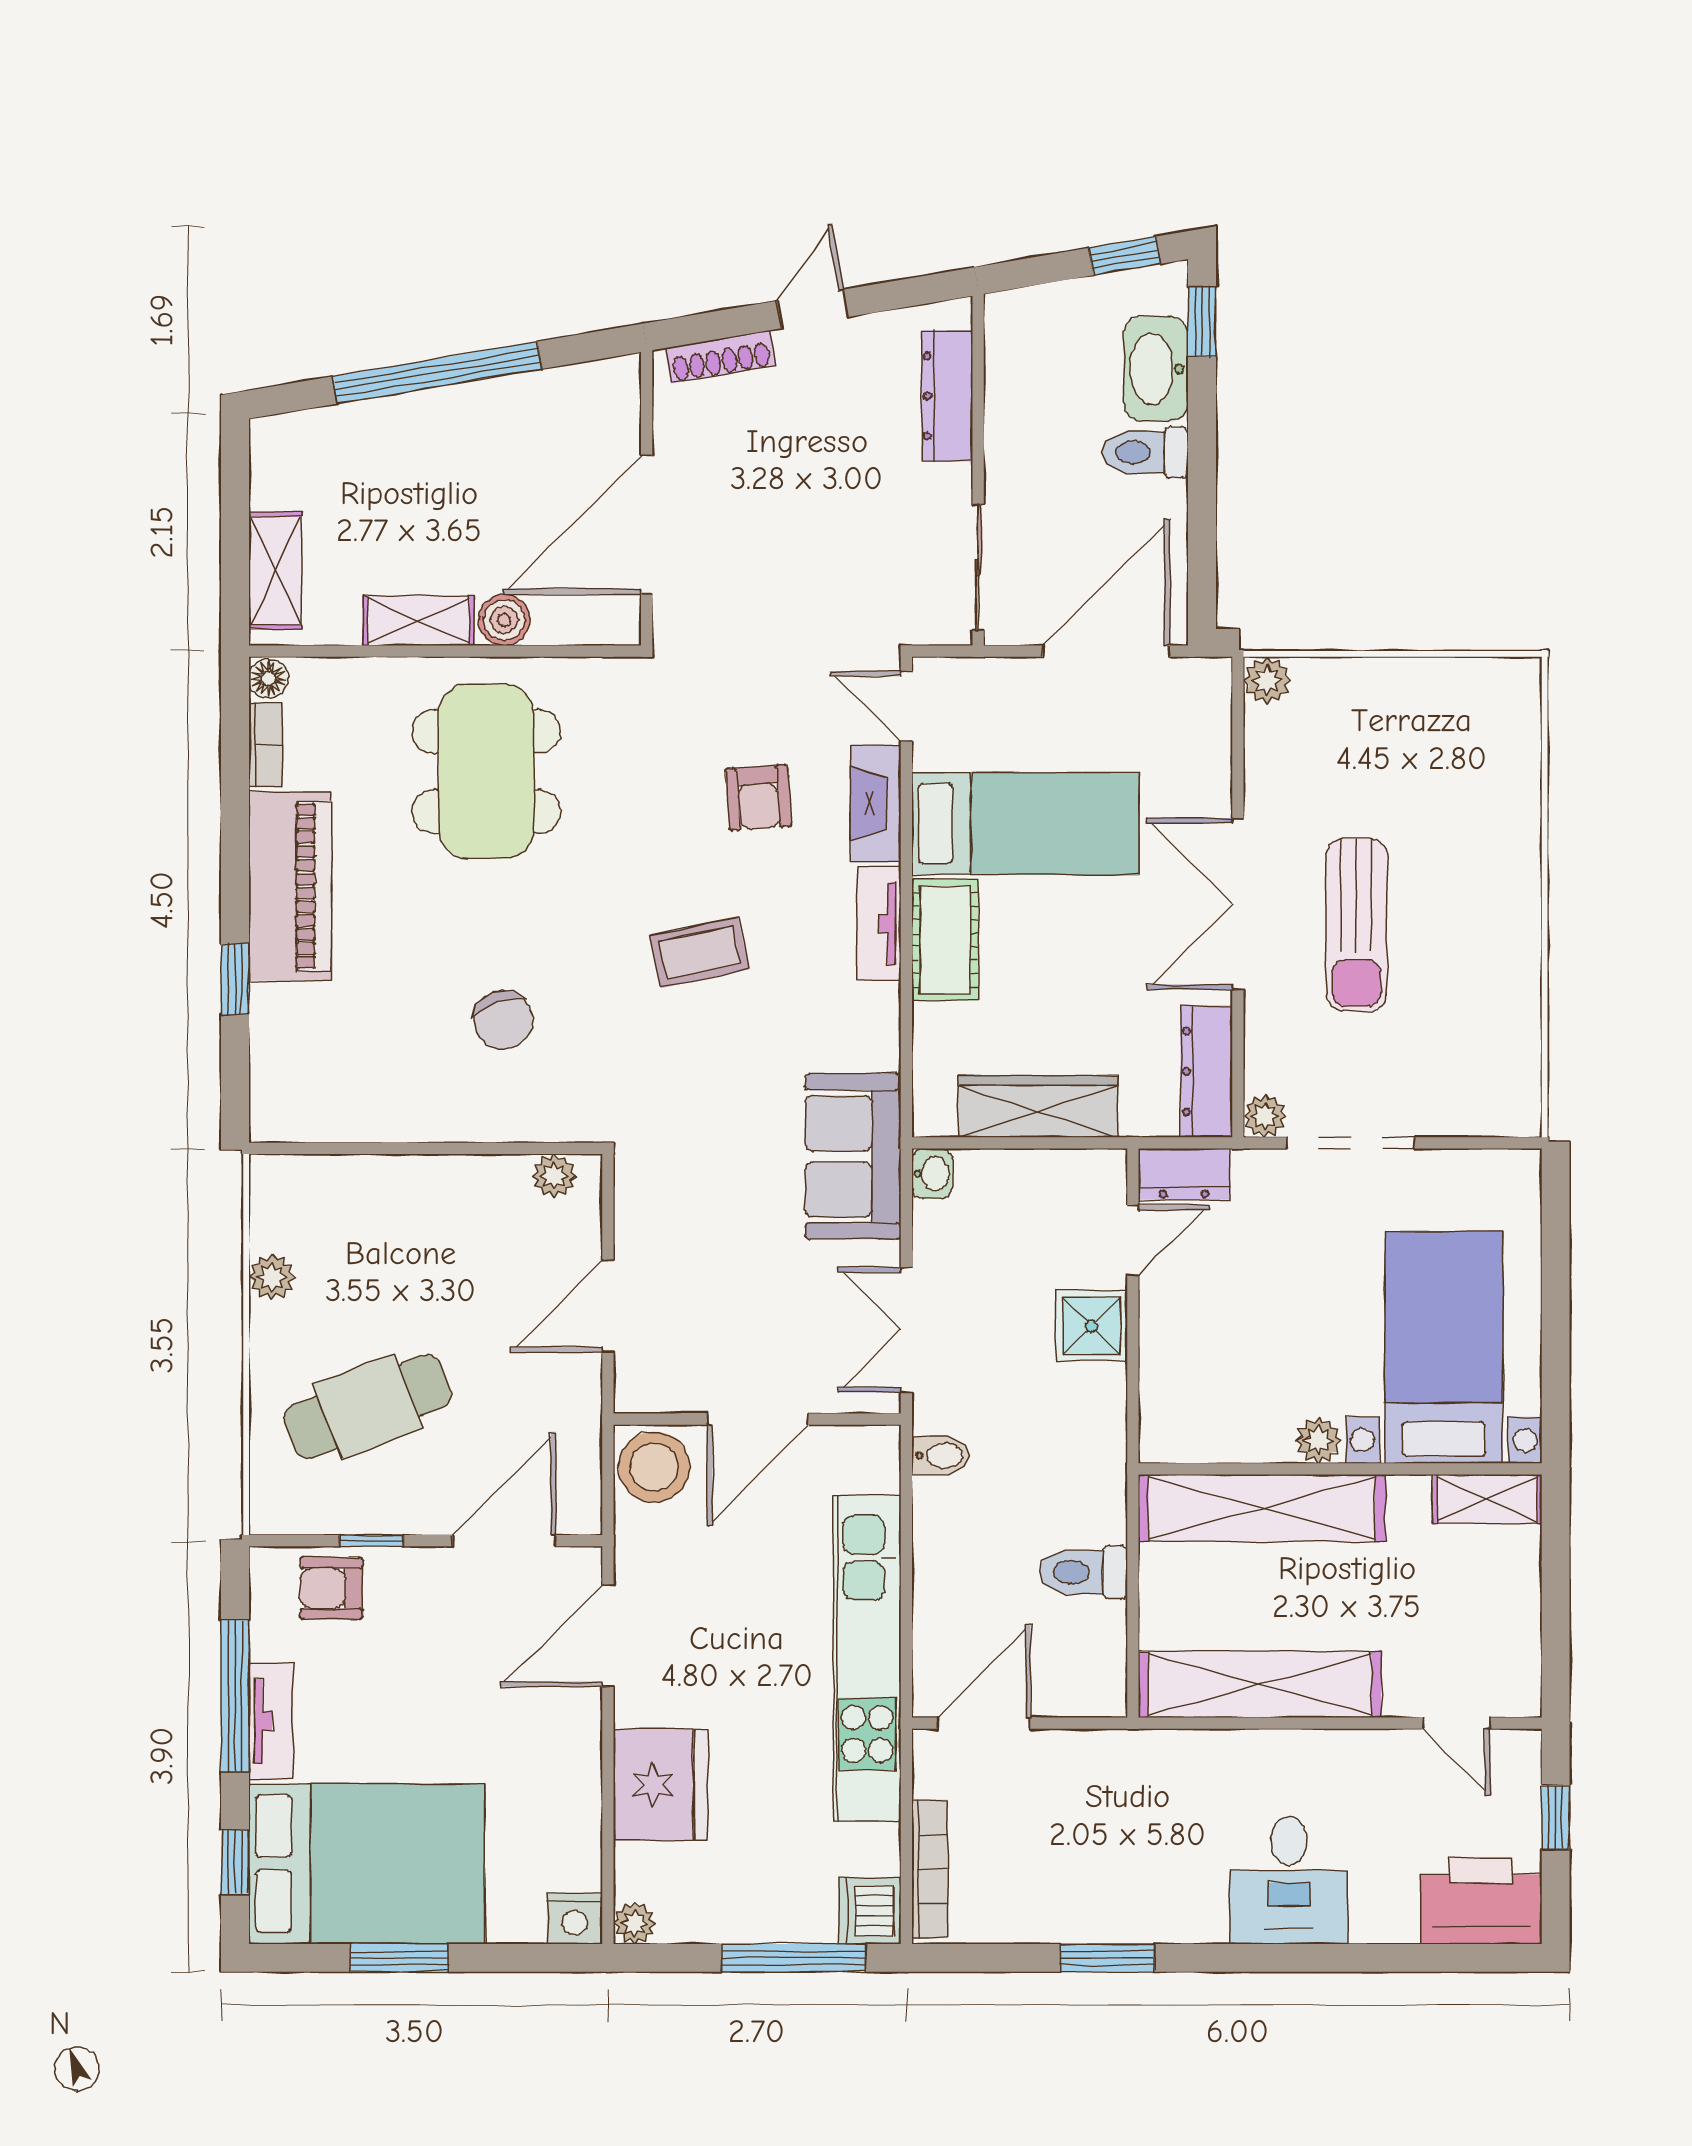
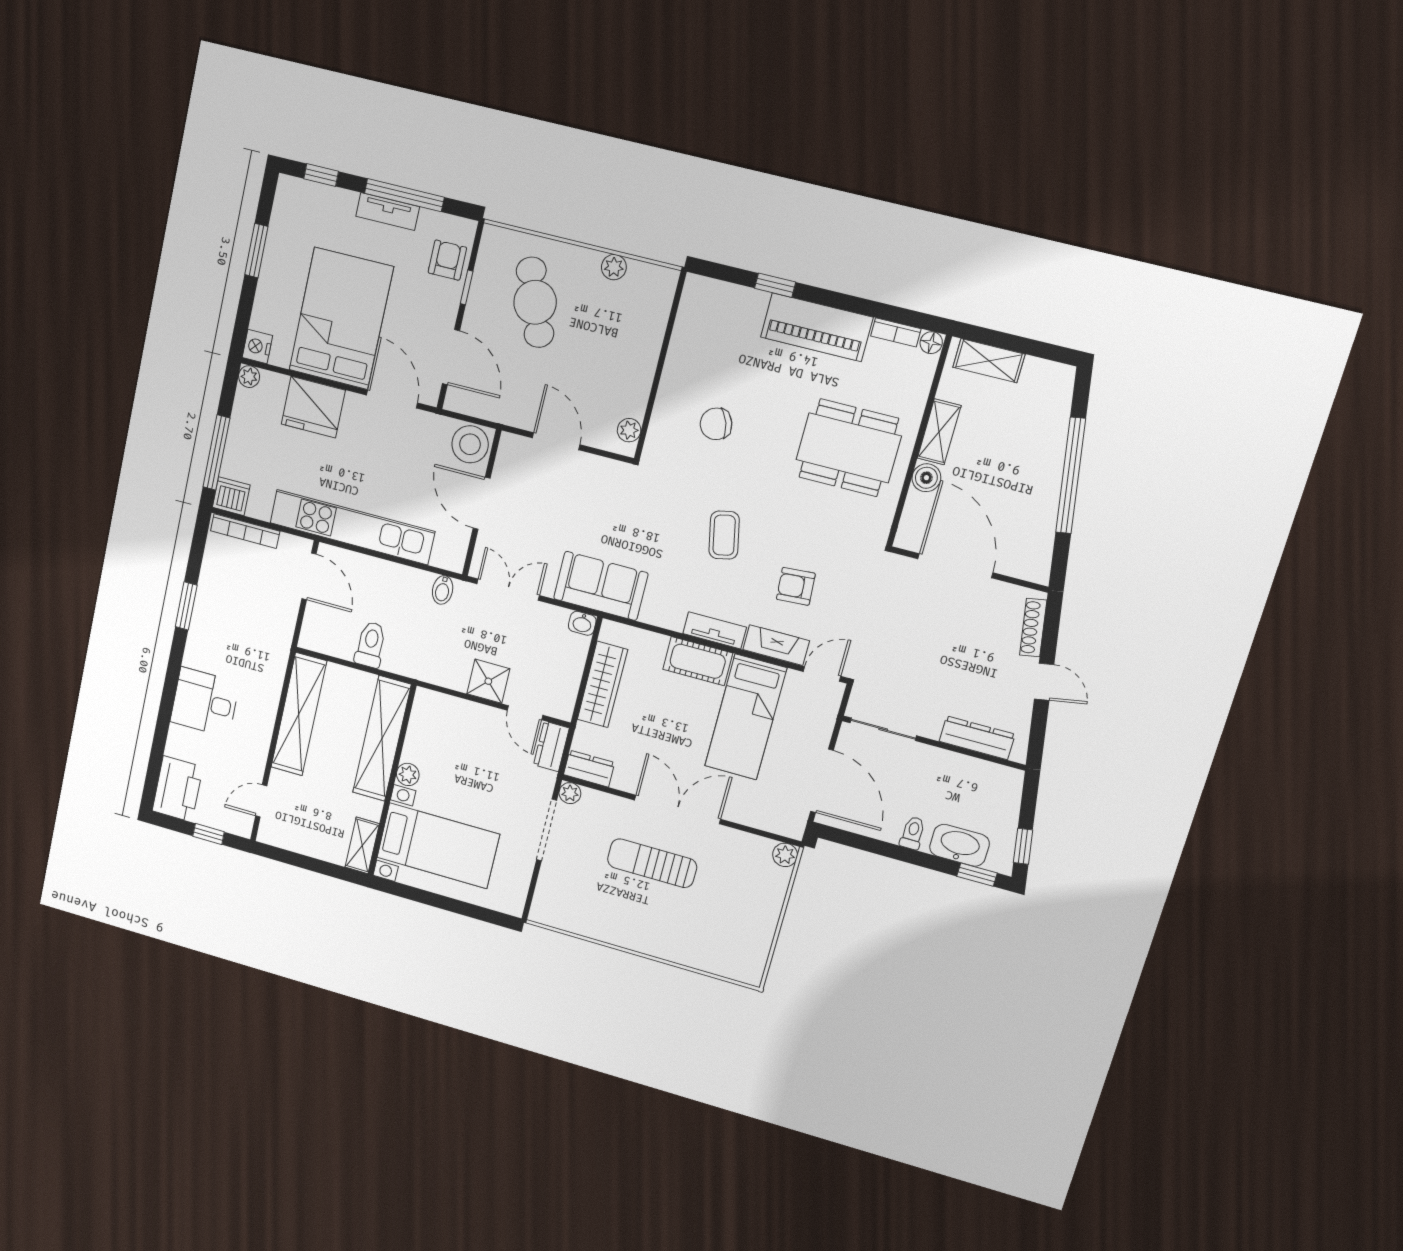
toilet: (1145, 452) -> (913, 833), width x0.73, depth x0.72
dresser: (1207, 1071) -> (589, 769), width x0.70
bed: (367, 1864) -> (341, 319), moved, turned 180

